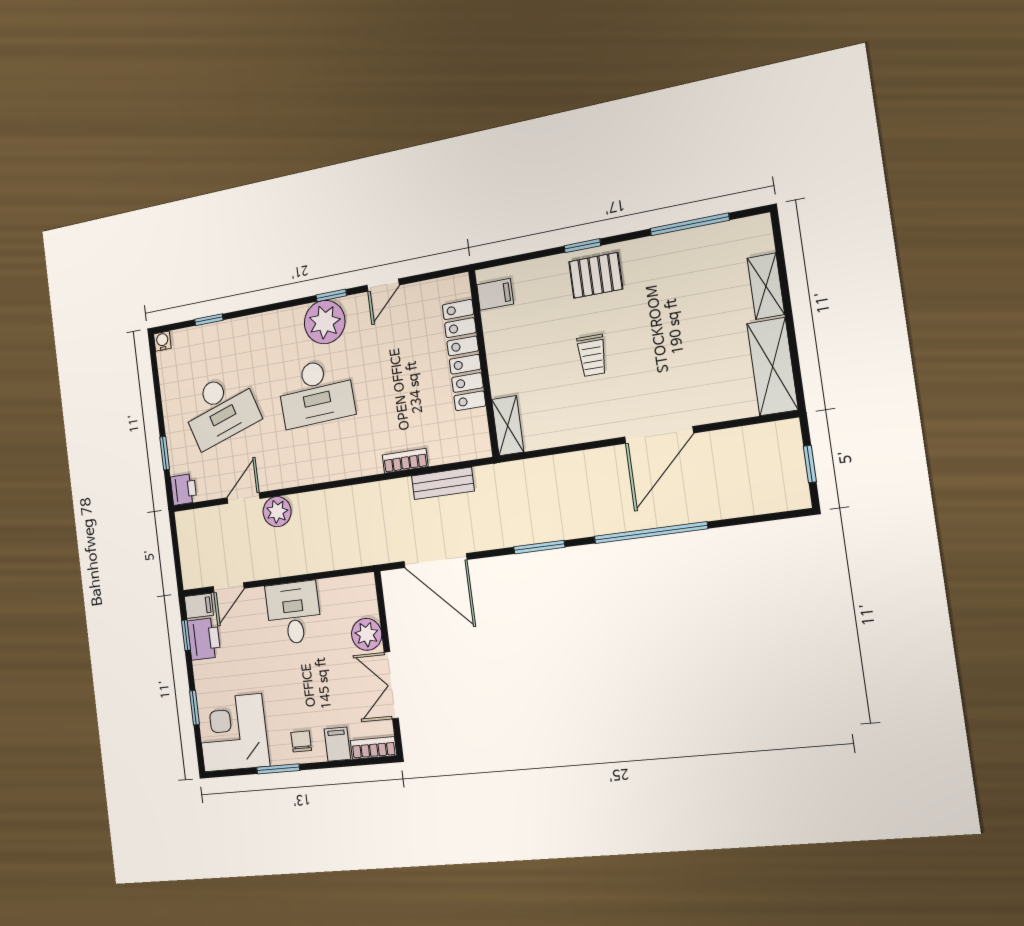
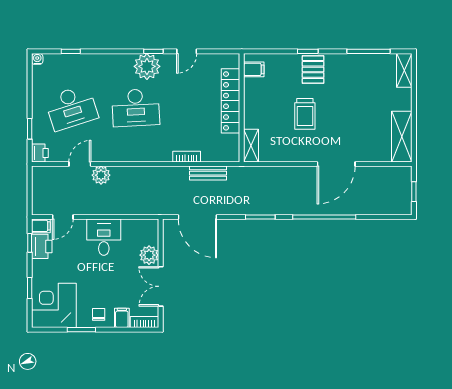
pallet: (596, 275) -> (313, 69), turned 90
shelving: (766, 286) -> (404, 70), moved
trolley: (592, 355) -> (305, 114), width x1.36, depth x1.39

